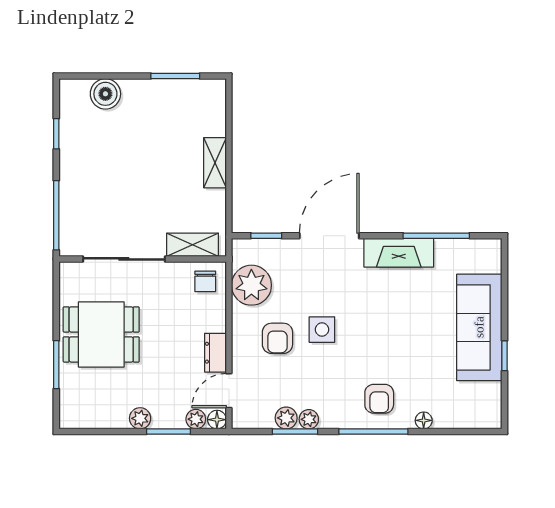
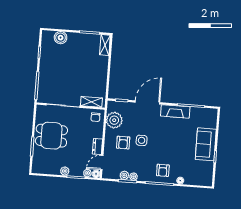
shelving: (215, 163) -> (105, 45), moved
sofa: (479, 327) -> (206, 144), width x0.73

